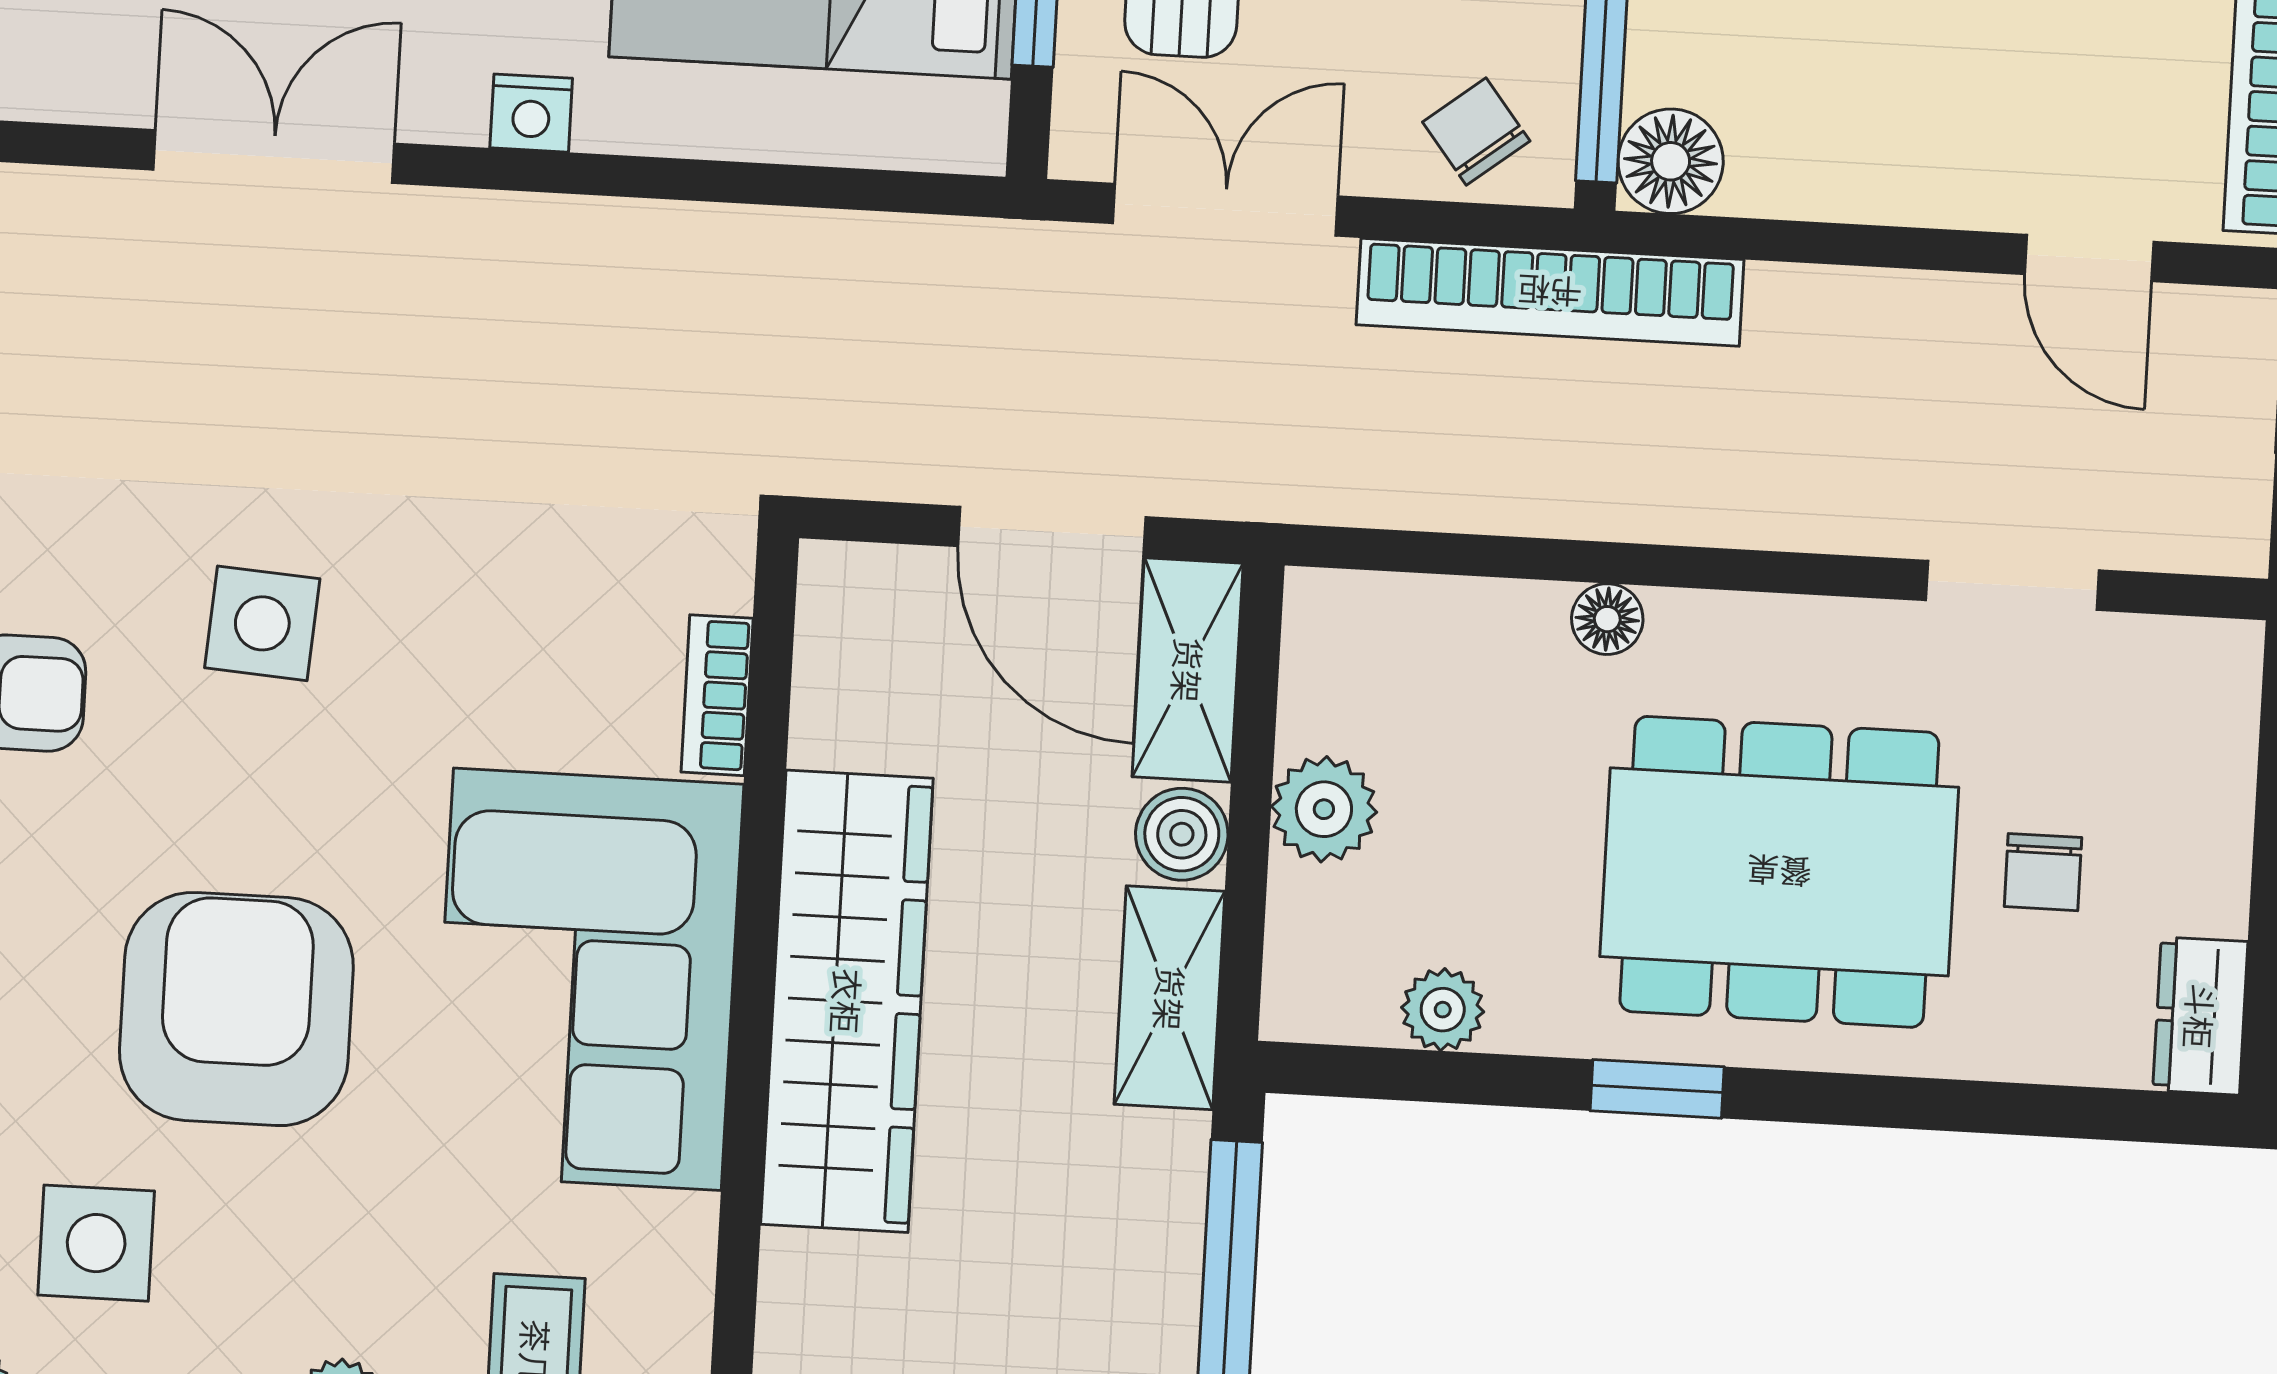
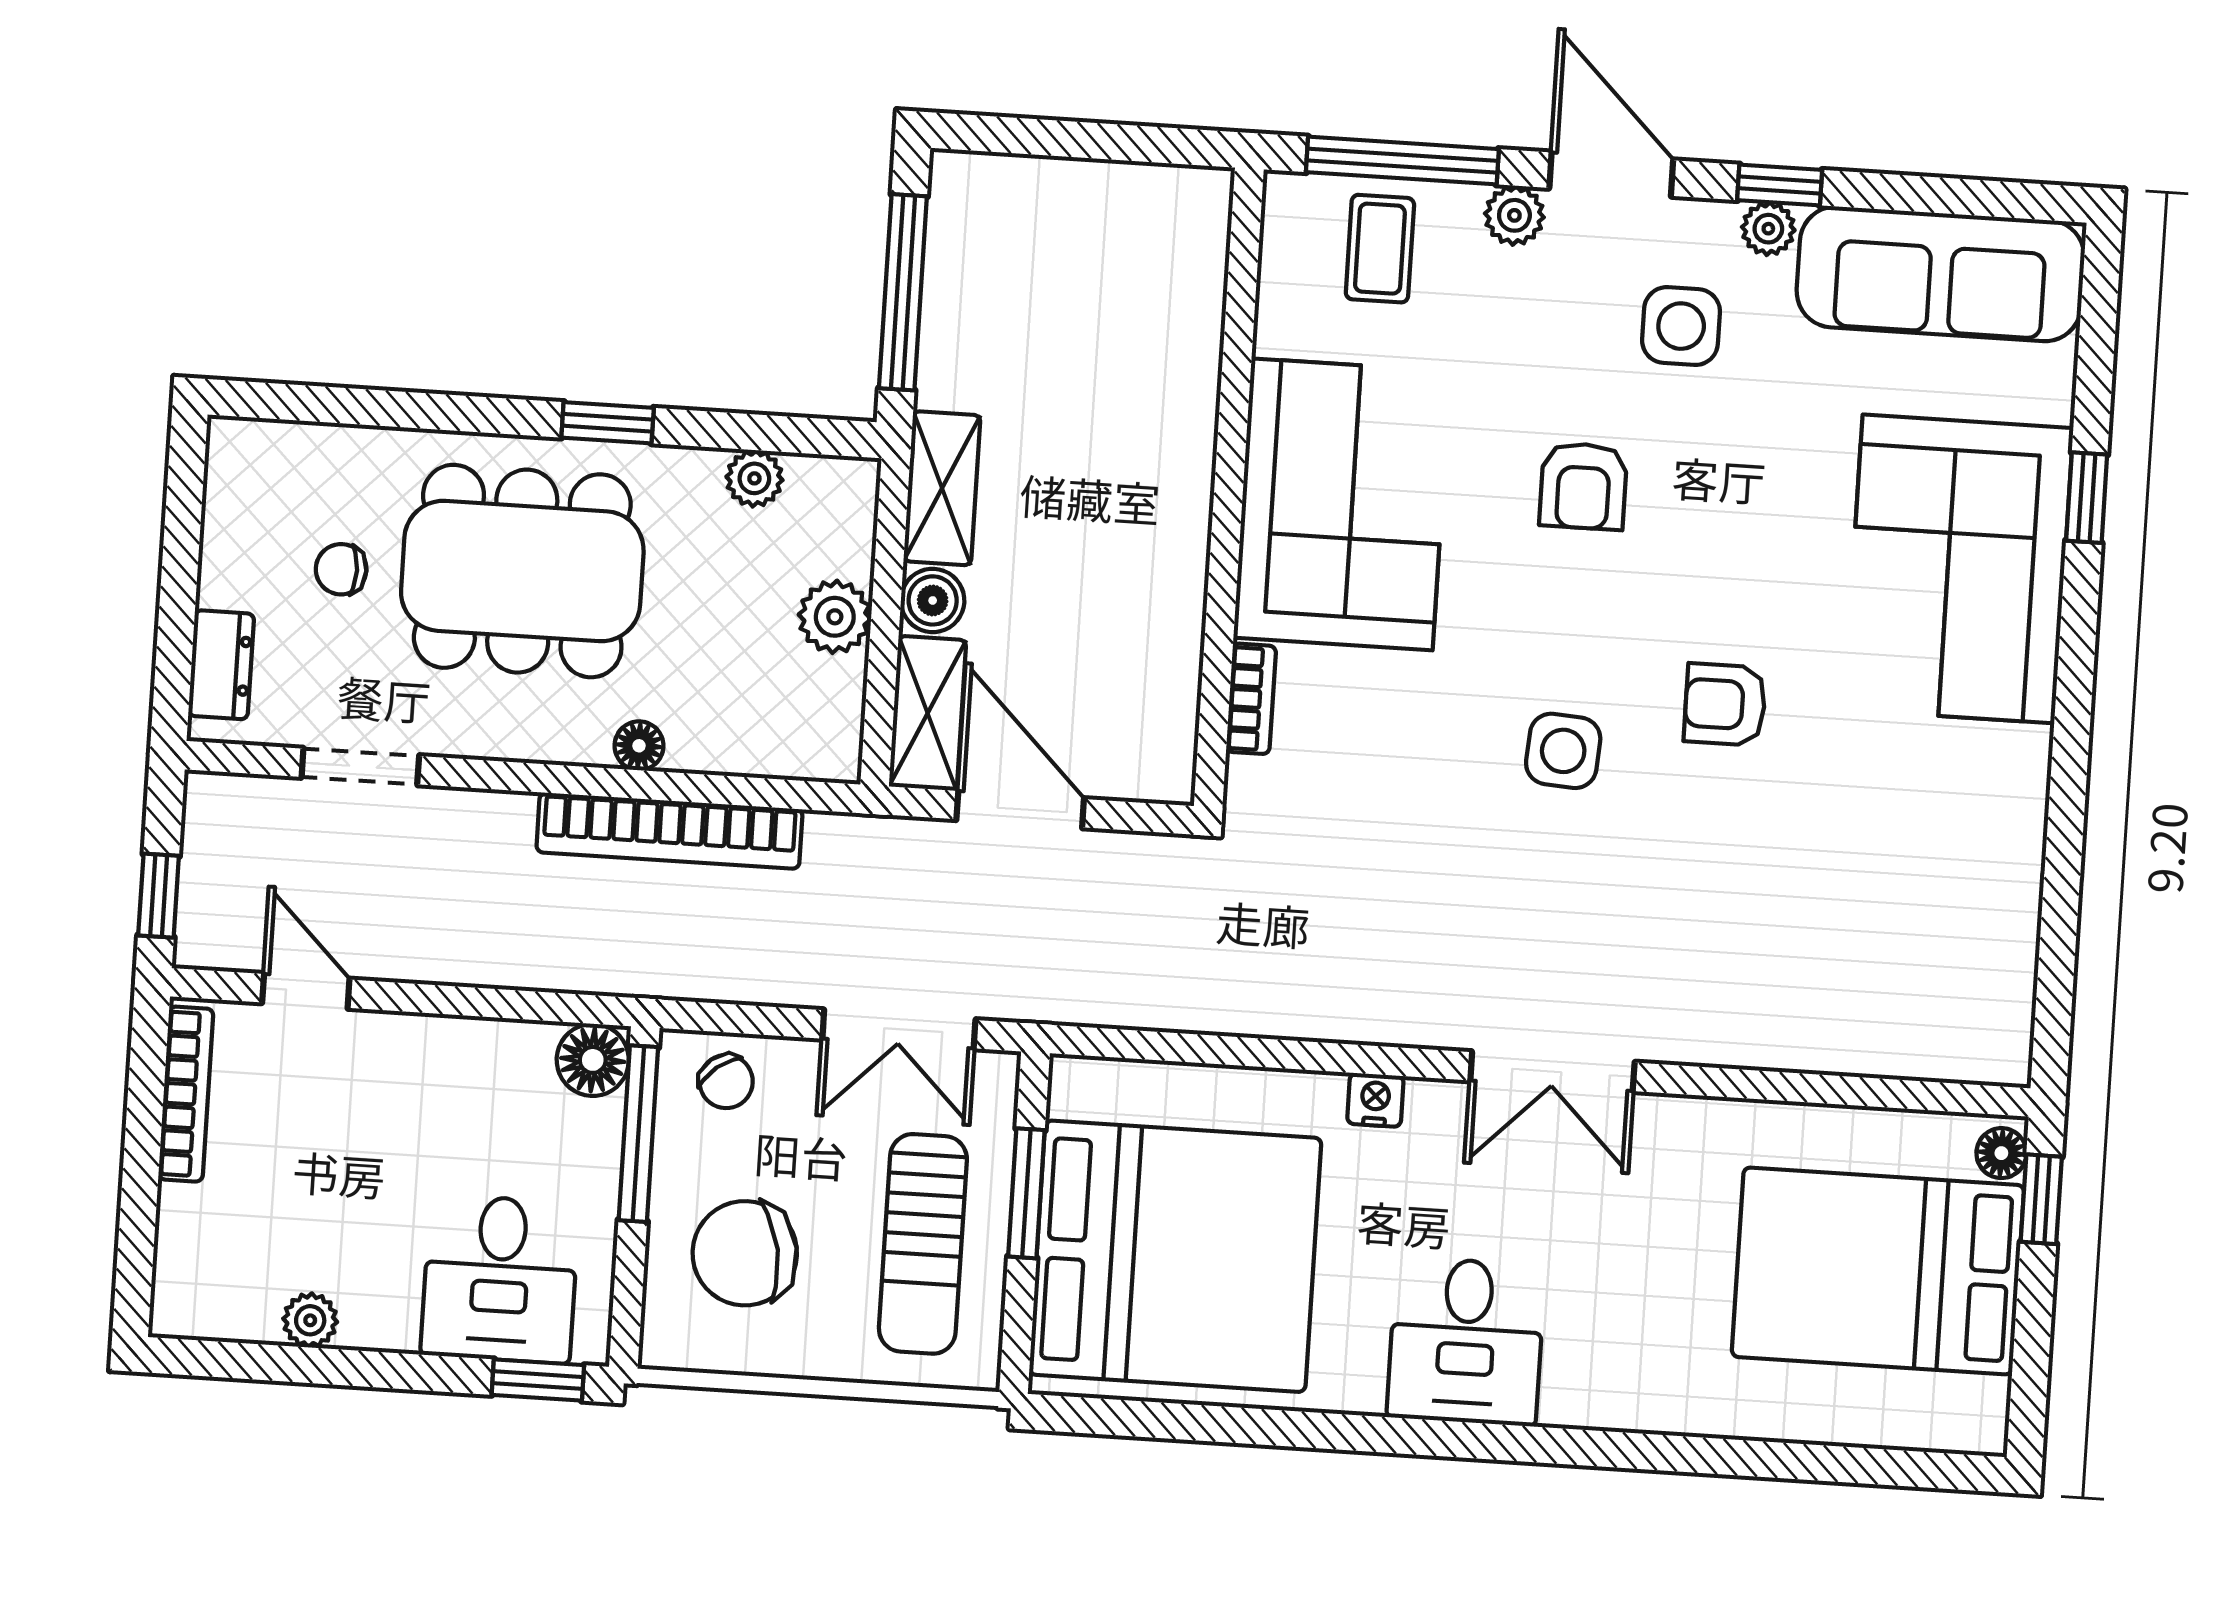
bookcase: (1550, 292) -> (669, 831), moved, turned 180
chair: (2043, 872) -> (341, 569), turned -90
wardrobe: (847, 1001) -> (1164, 488), removed
armchair: (236, 1009) -> (1583, 486), width x0.53, depth x0.53
dresser: (2200, 1016) -> (221, 665), moved

